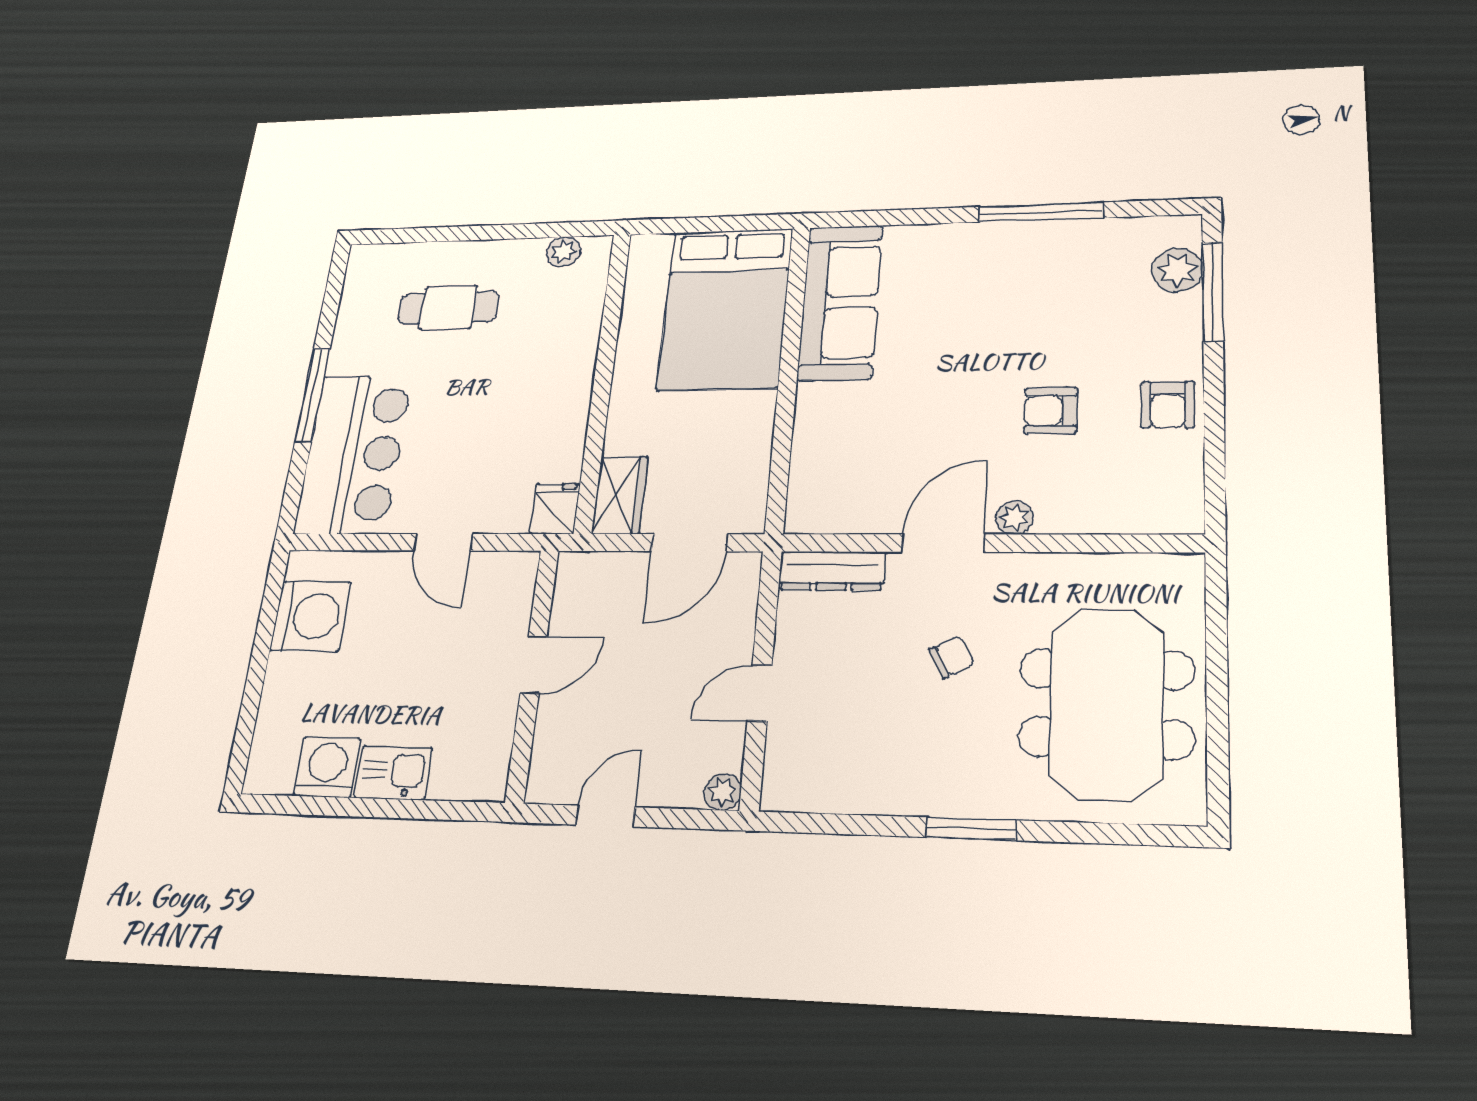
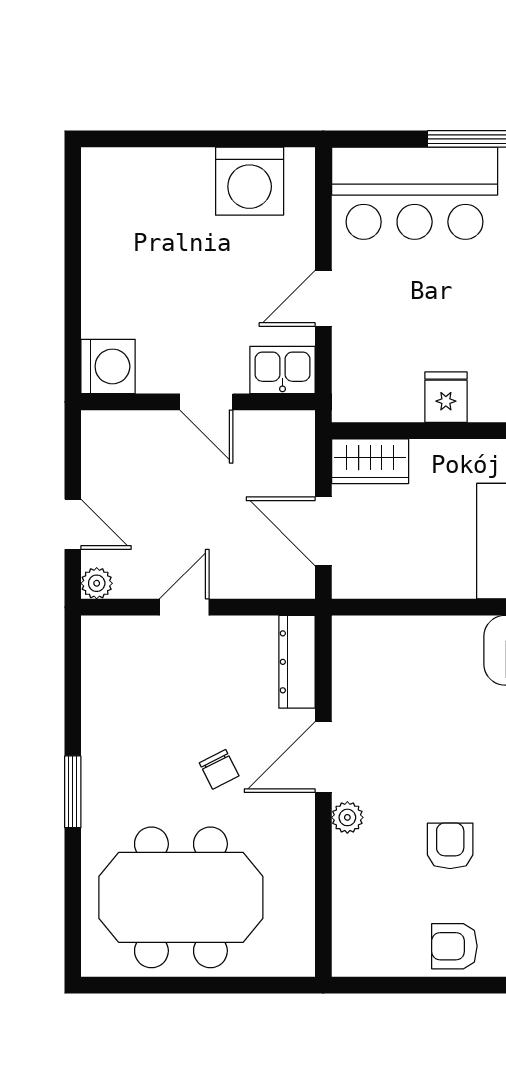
fridge: (555, 509) -> (446, 397), moved, turned -90
door: (943, 543) -> (323, 757), swing flipped
door: (760, 693) -> (184, 607), hinge flipped
washing machine: (327, 767) -> (108, 366), moved
kitchen sink: (393, 773) -> (283, 370), moved, turned -90
door: (605, 816) -> (73, 524), moved

